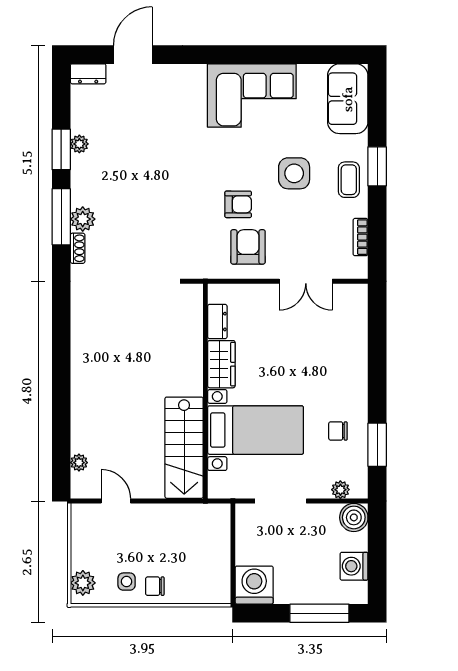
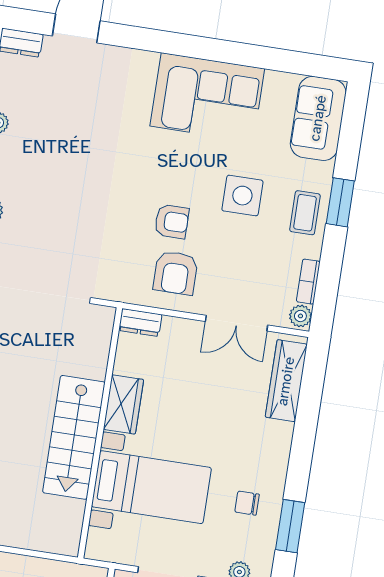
armchair: (248, 247) -> (176, 273), turned 180
plant: (358, 267) -> (300, 316), added
dresser: (217, 322) -> (140, 322), moved, turned 90
wardrobe: (355, 323) -> (286, 381), added
stairs: (184, 448) -> (74, 437), moved

